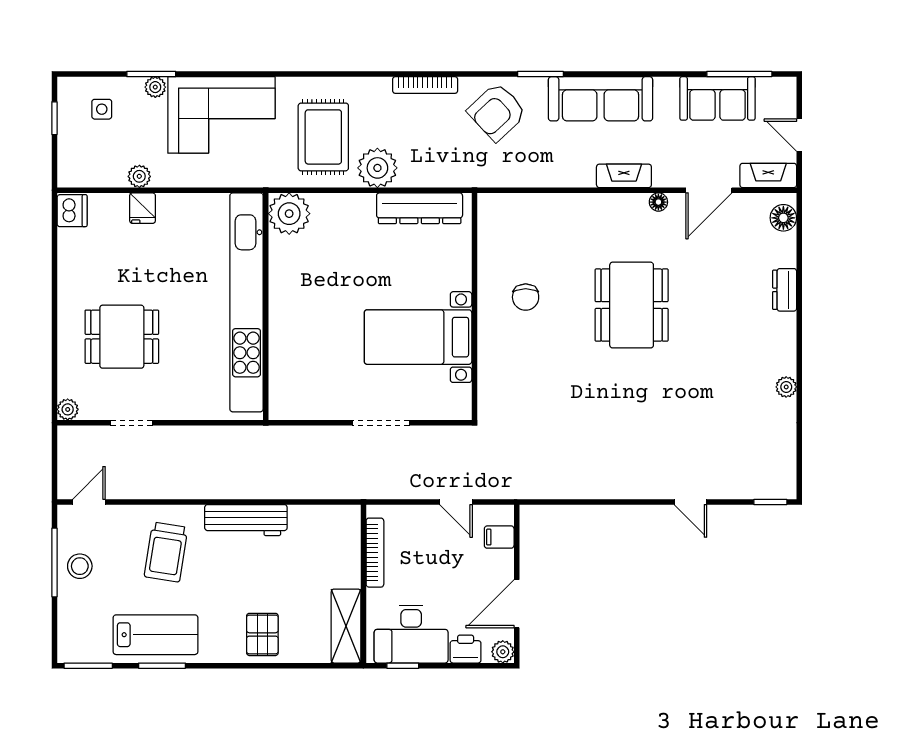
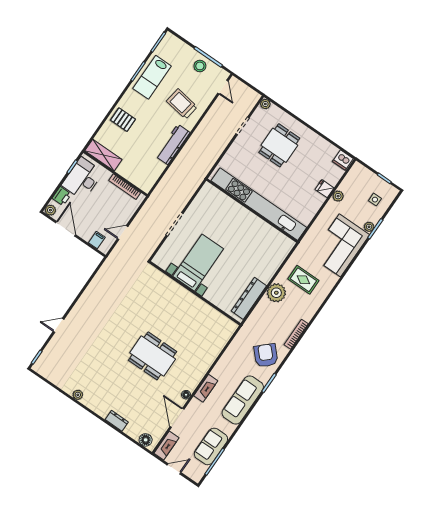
rug: (323, 137) -> (303, 280), width x0.73, depth x0.70
plant: (289, 214) -> (282, 245), removed
chair: (526, 297) -> (185, 316), removed

